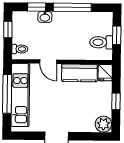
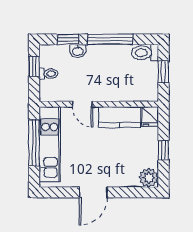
toilet: (101, 42) -> (145, 53), moved
toilet: (20, 49) -> (48, 74), moved

